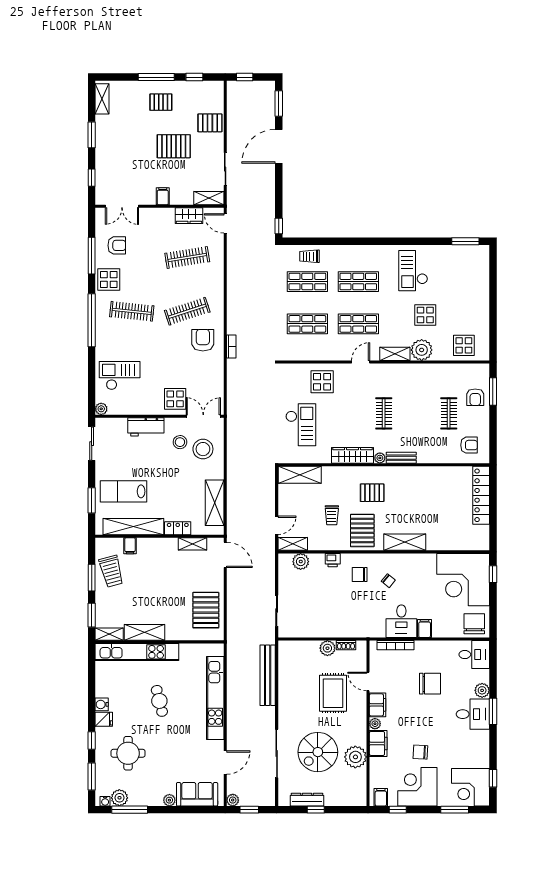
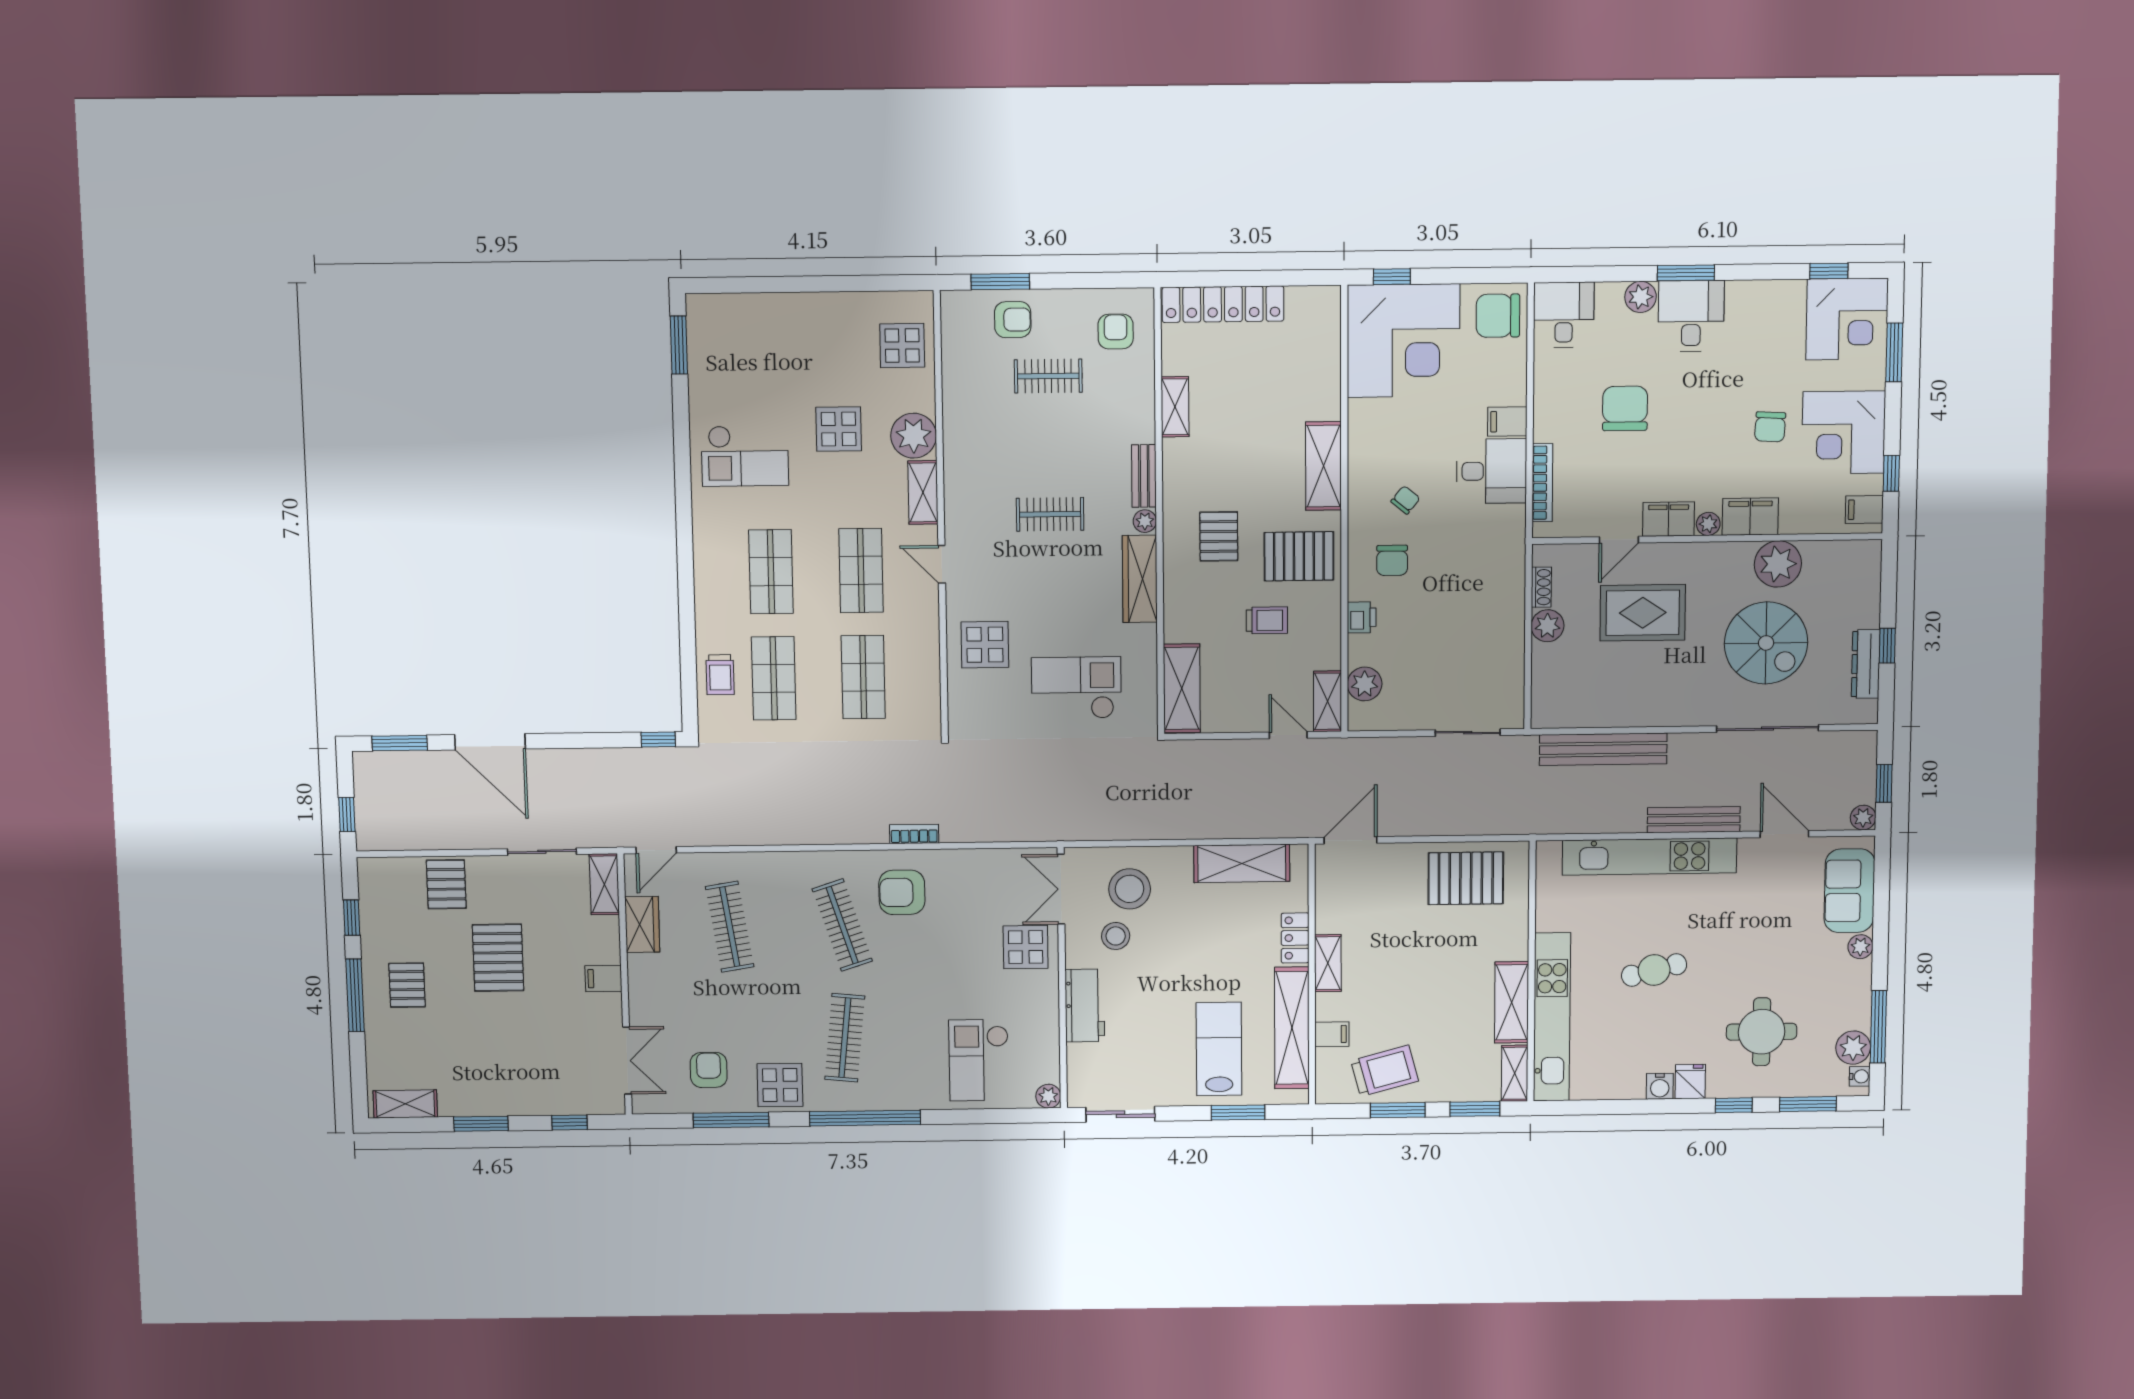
shelving: (434, 473) -> (1175, 407), added
lab bench: (123, 491) -> (1219, 1049), turned 180
shelving: (193, 544) -> (1328, 963), moved
bench: (233, 719) -> (1694, 820), added

